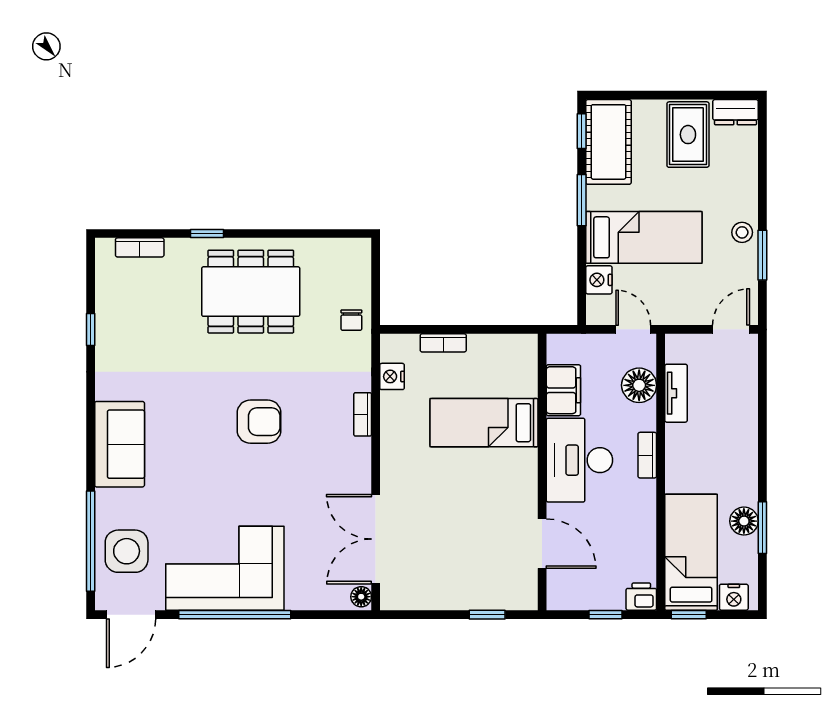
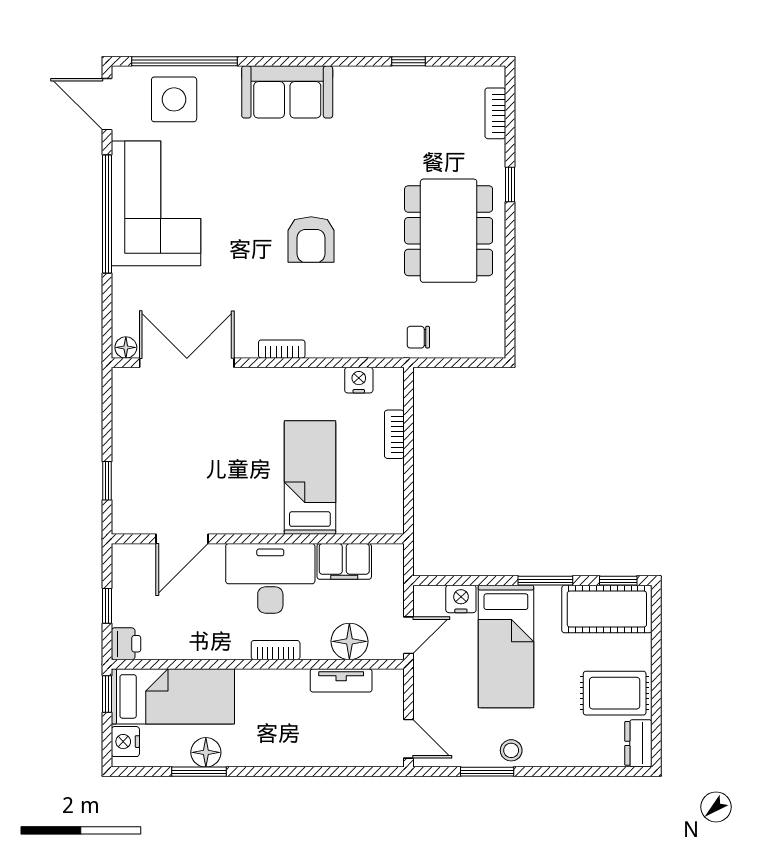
bookcase: (363, 414) -> (282, 349), moved

